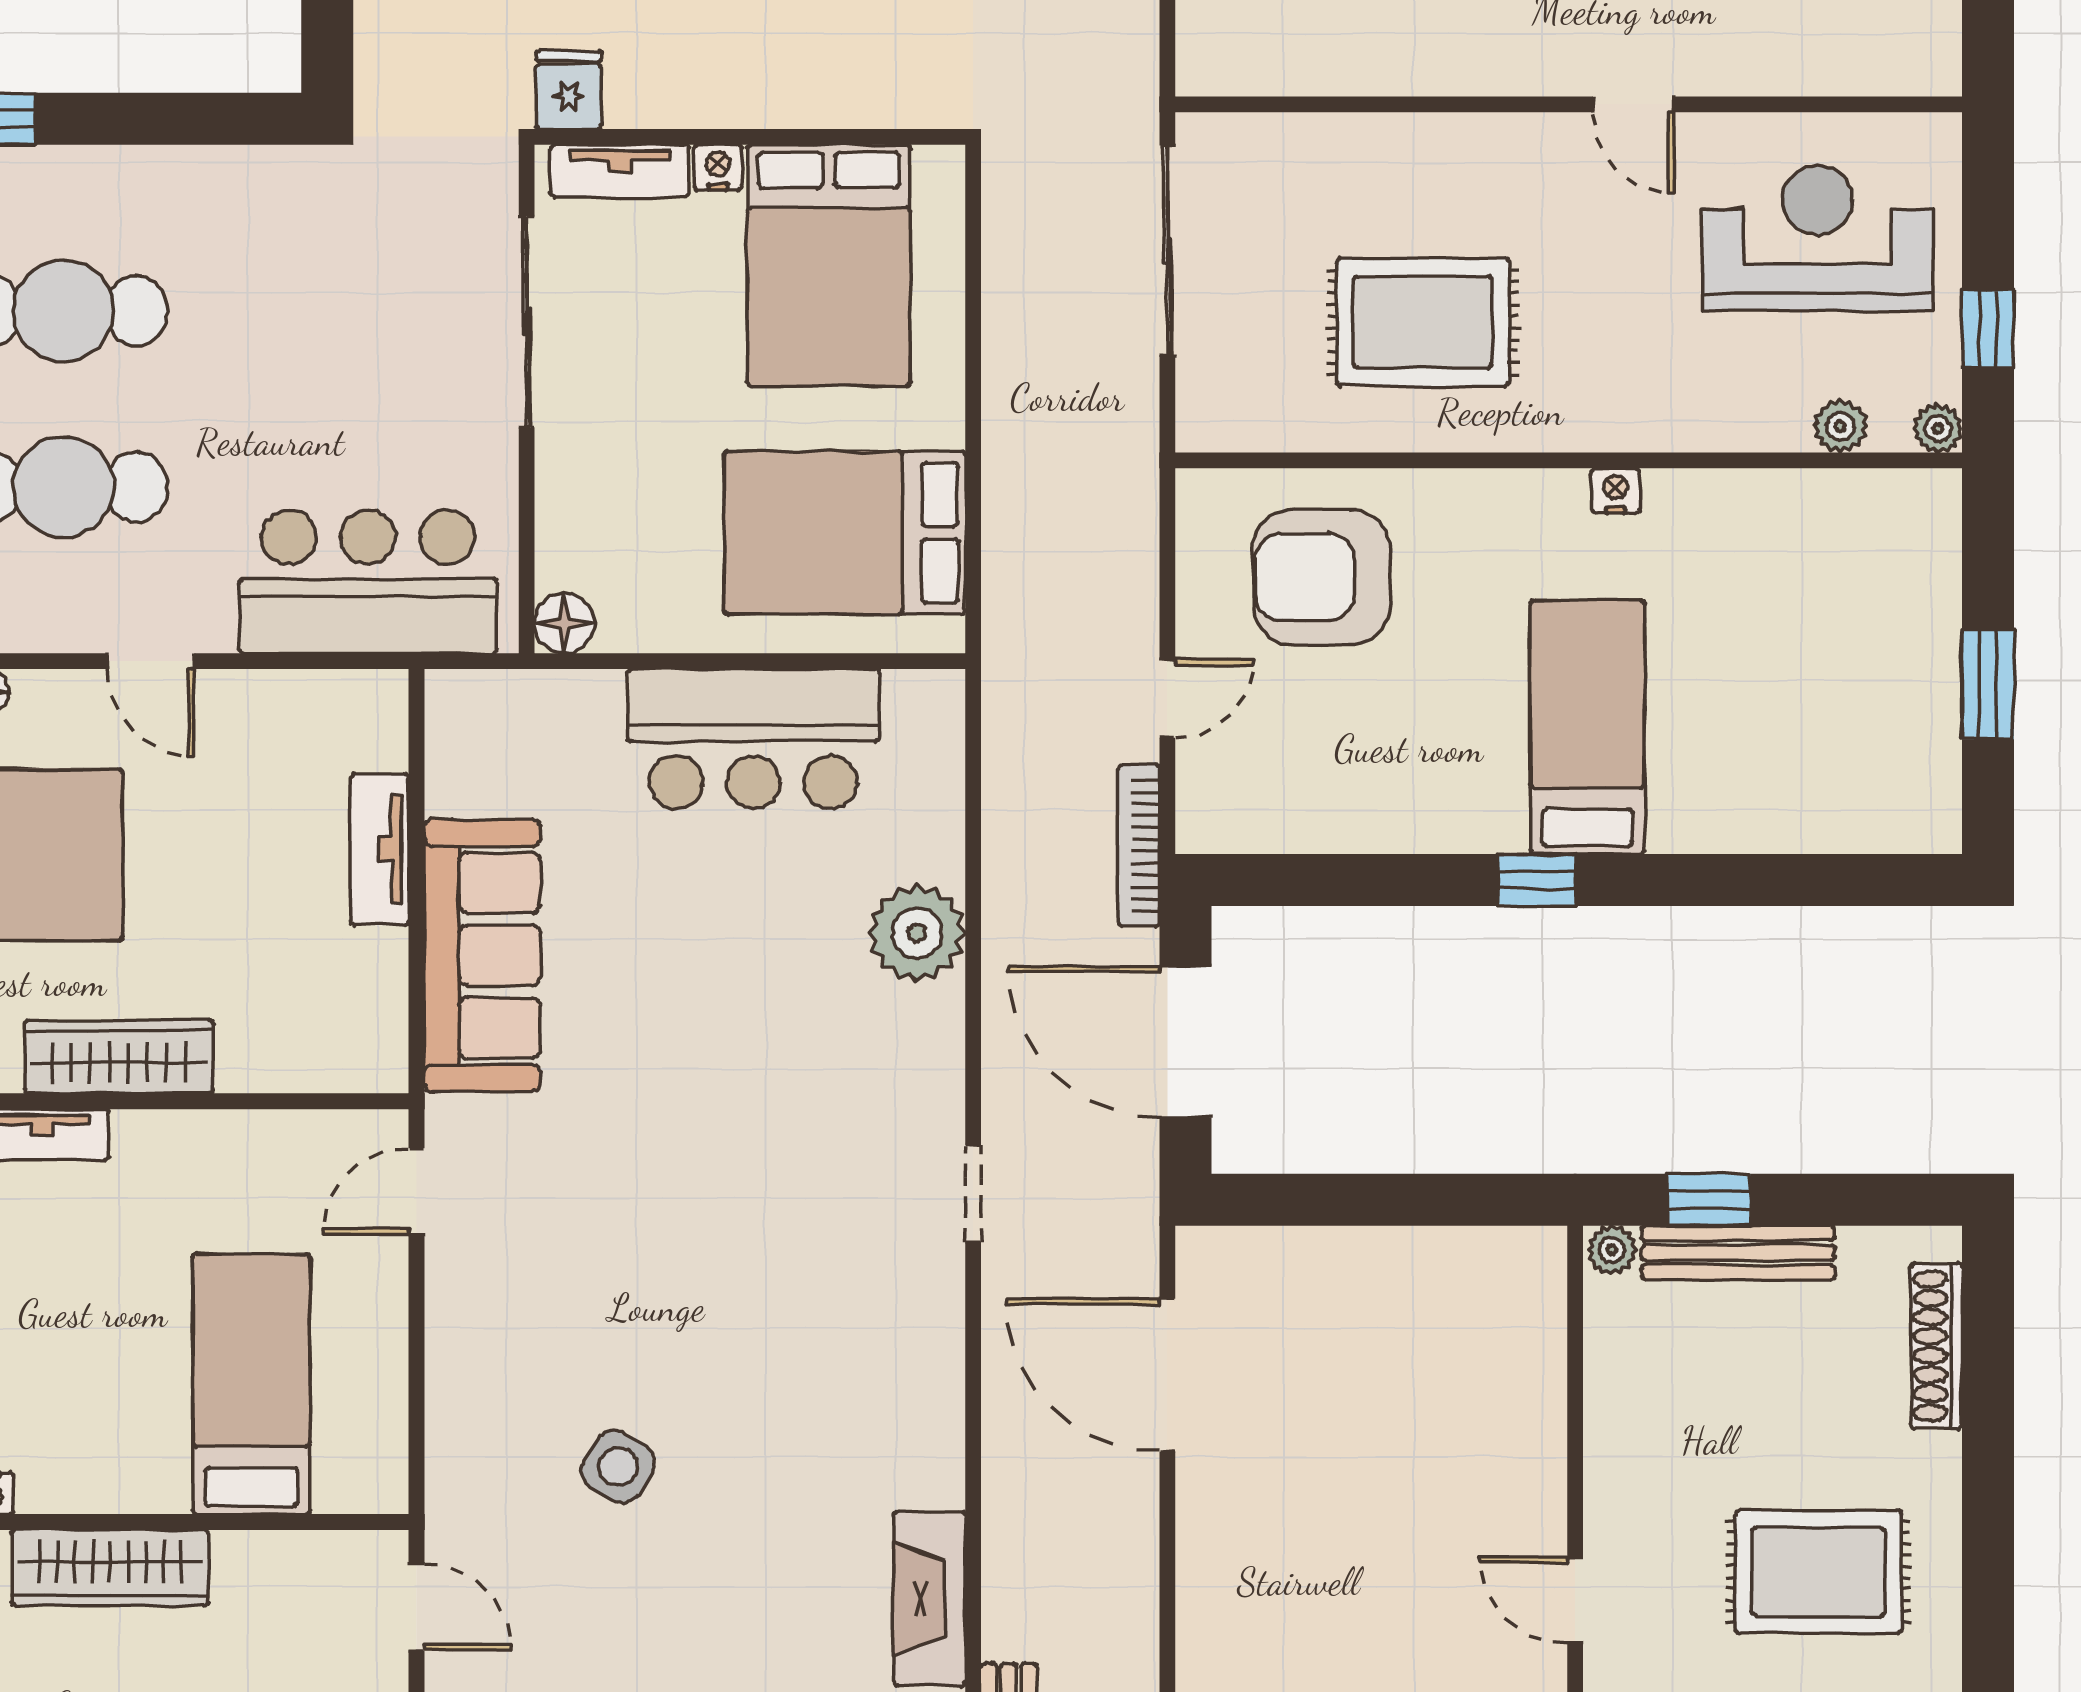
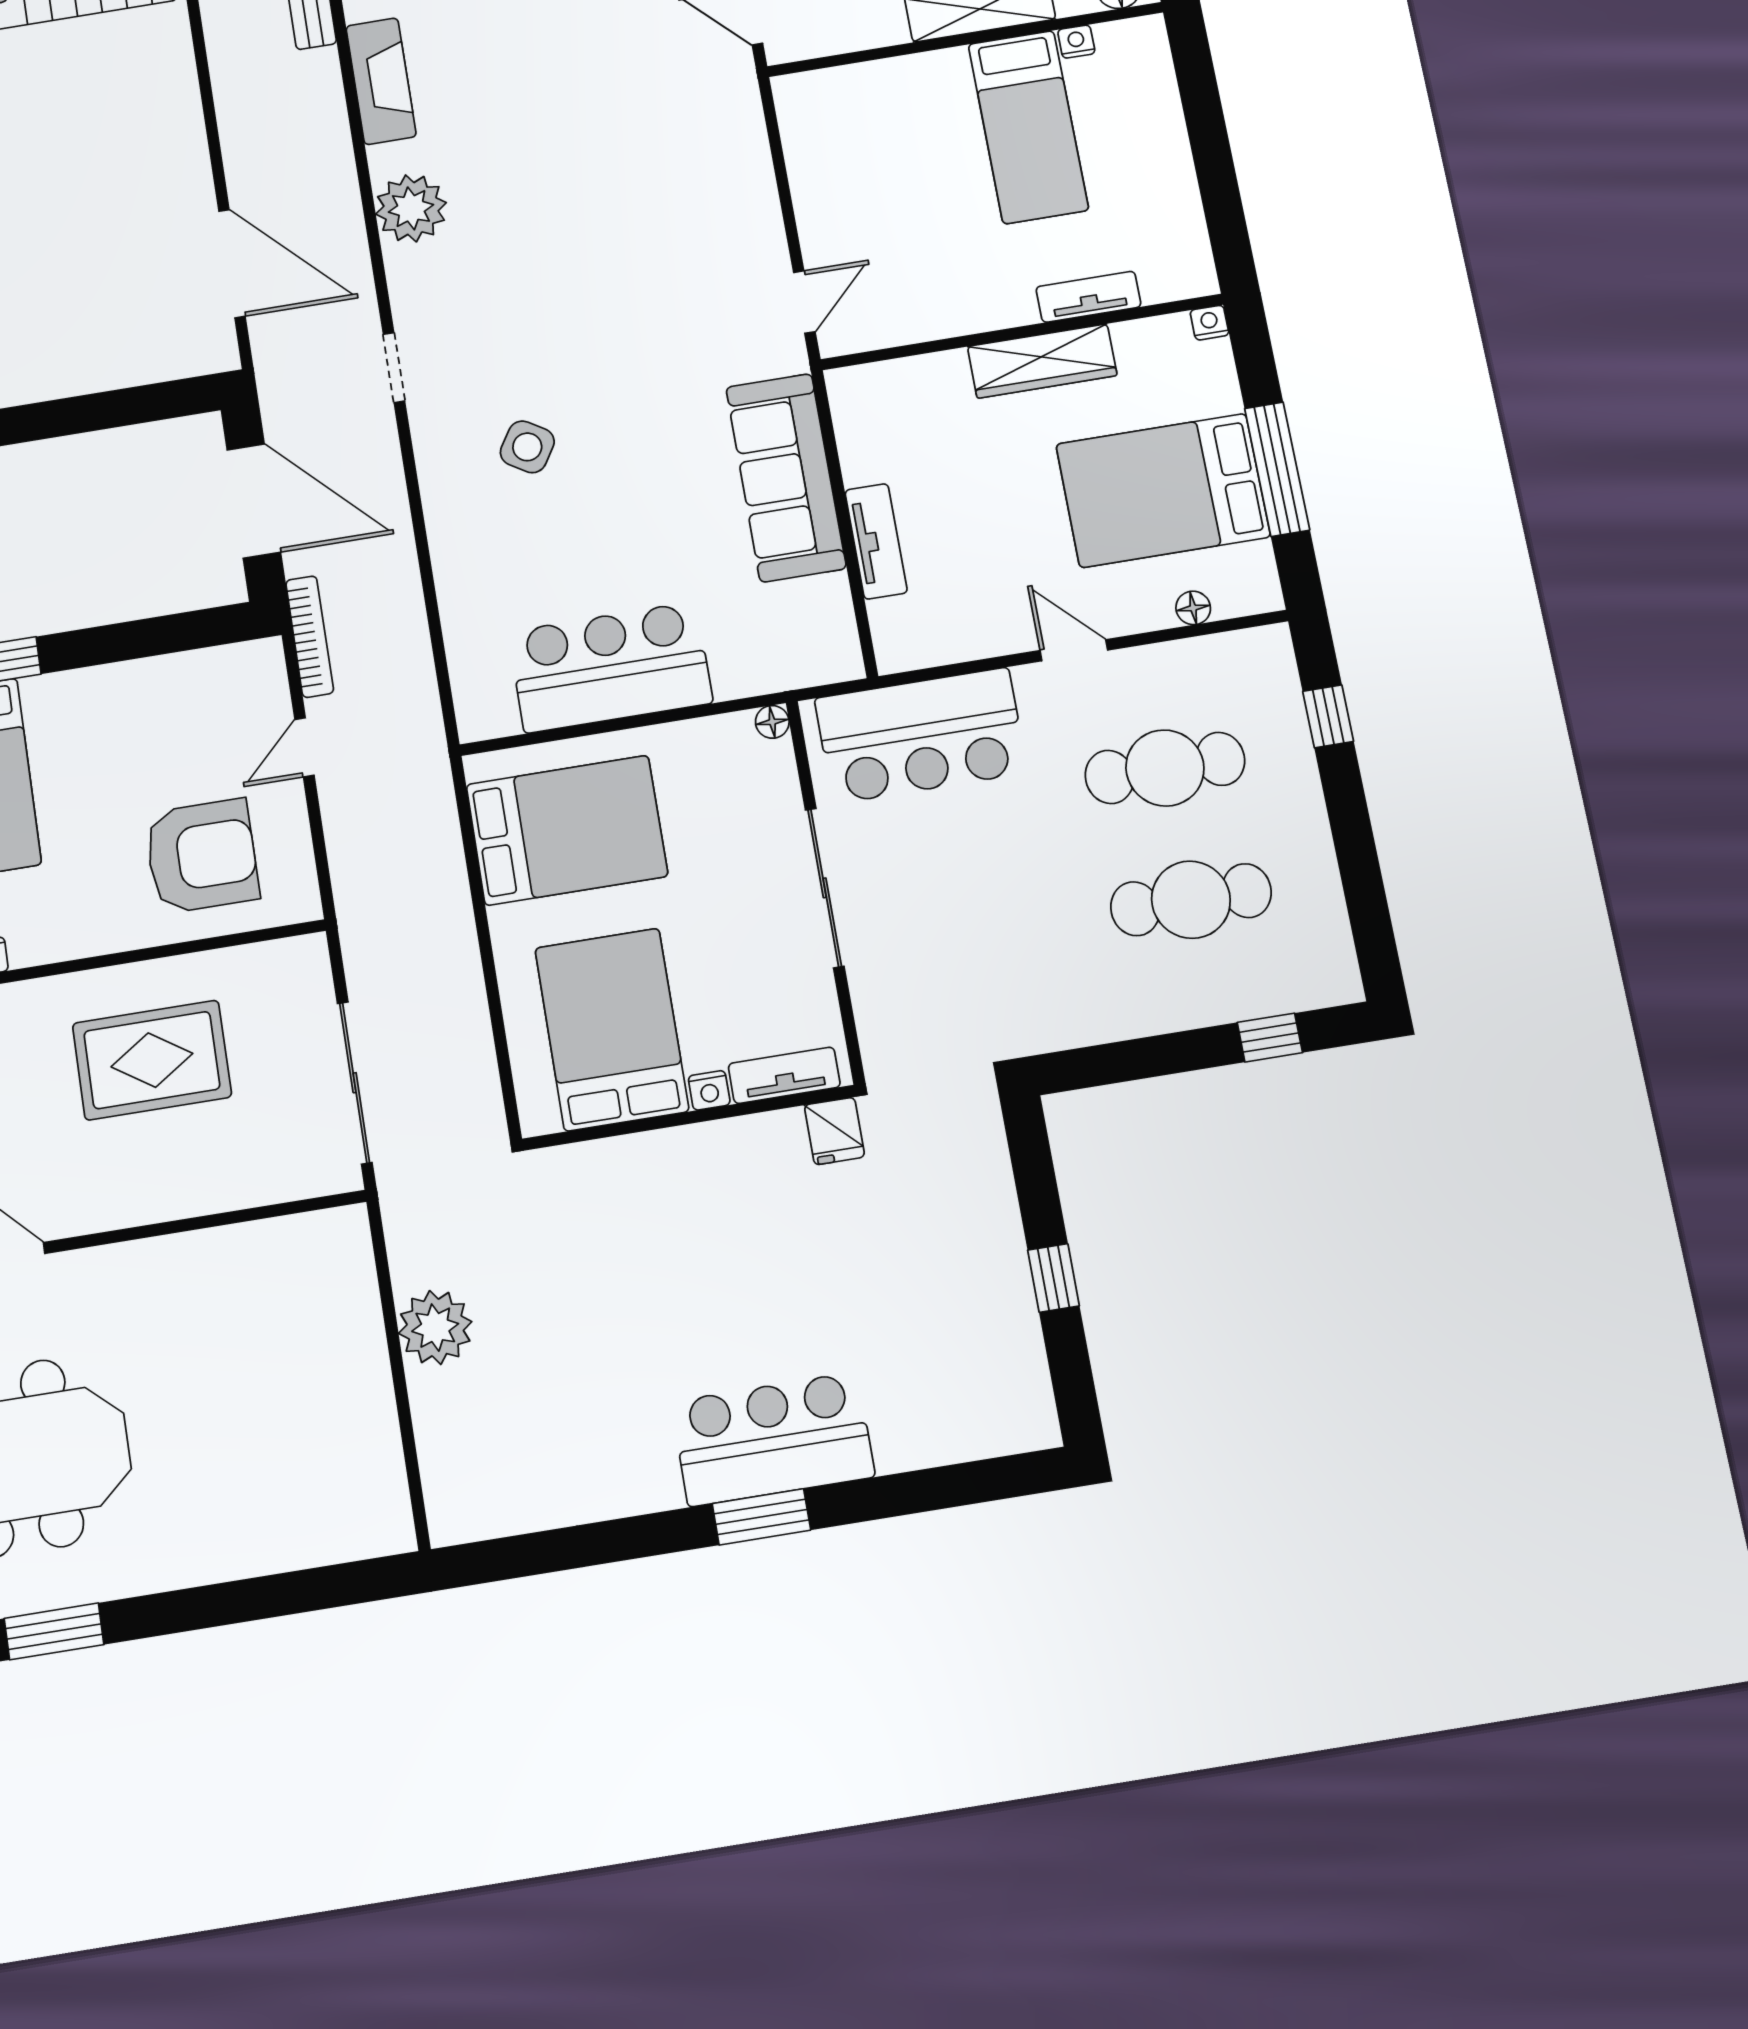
sliding door: (527, 322) -> (825, 888), moved
floor lamp: (564, 623) -> (772, 722), width x0.73, depth x0.73
plant: (917, 933) -> (411, 208), moved
bed: (251, 1384) -> (1028, 127), moved
side table: (618, 1467) -> (527, 447), moved

